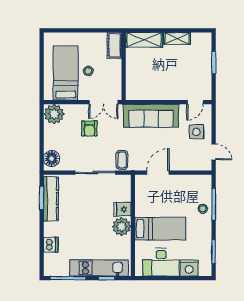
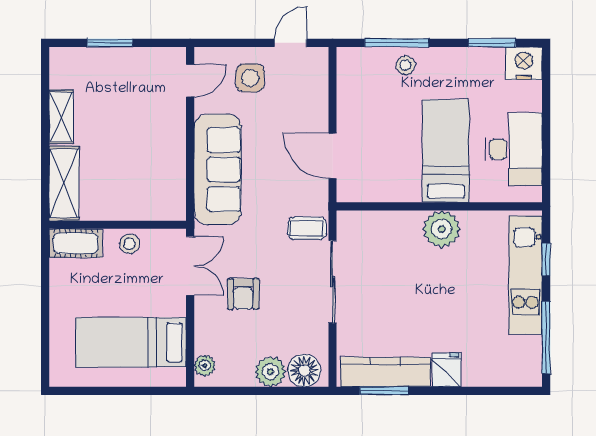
stool: (88, 71) -> (130, 244), moved
door: (195, 102) -> (190, 81), hinge flipped
plant: (54, 114) -> (205, 366), width x0.53, depth x0.53
armchair: (89, 128) -> (243, 294), turned 90
plant: (51, 142) -> (270, 372), added
fridge: (122, 209) -> (447, 370), moved, turned 180
dishwasher: (51, 245) -> (479, 372), removed
nightstand: (189, 268) -> (524, 63), moved, turned -90

